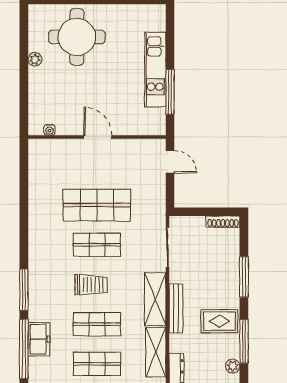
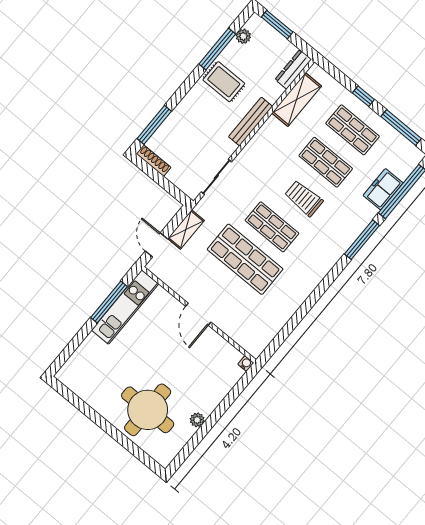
kitchen unit: (155, 70) -> (125, 307), moved
water cooler: (49, 130) -> (246, 364), moved
window: (244, 277) -> (154, 125), moved
shelving: (155, 299) -> (186, 230), moved, width x0.67, depth x0.75

